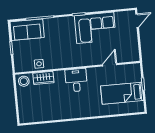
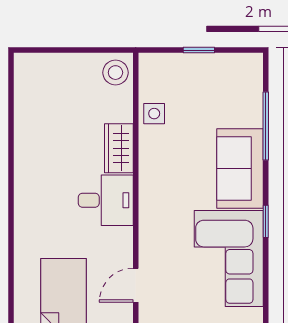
sofa: (27, 30) -> (240, 169), moved
door: (110, 65) -> (136, 285), swing flipped
wardrobe: (43, 78) -> (119, 148), moved

